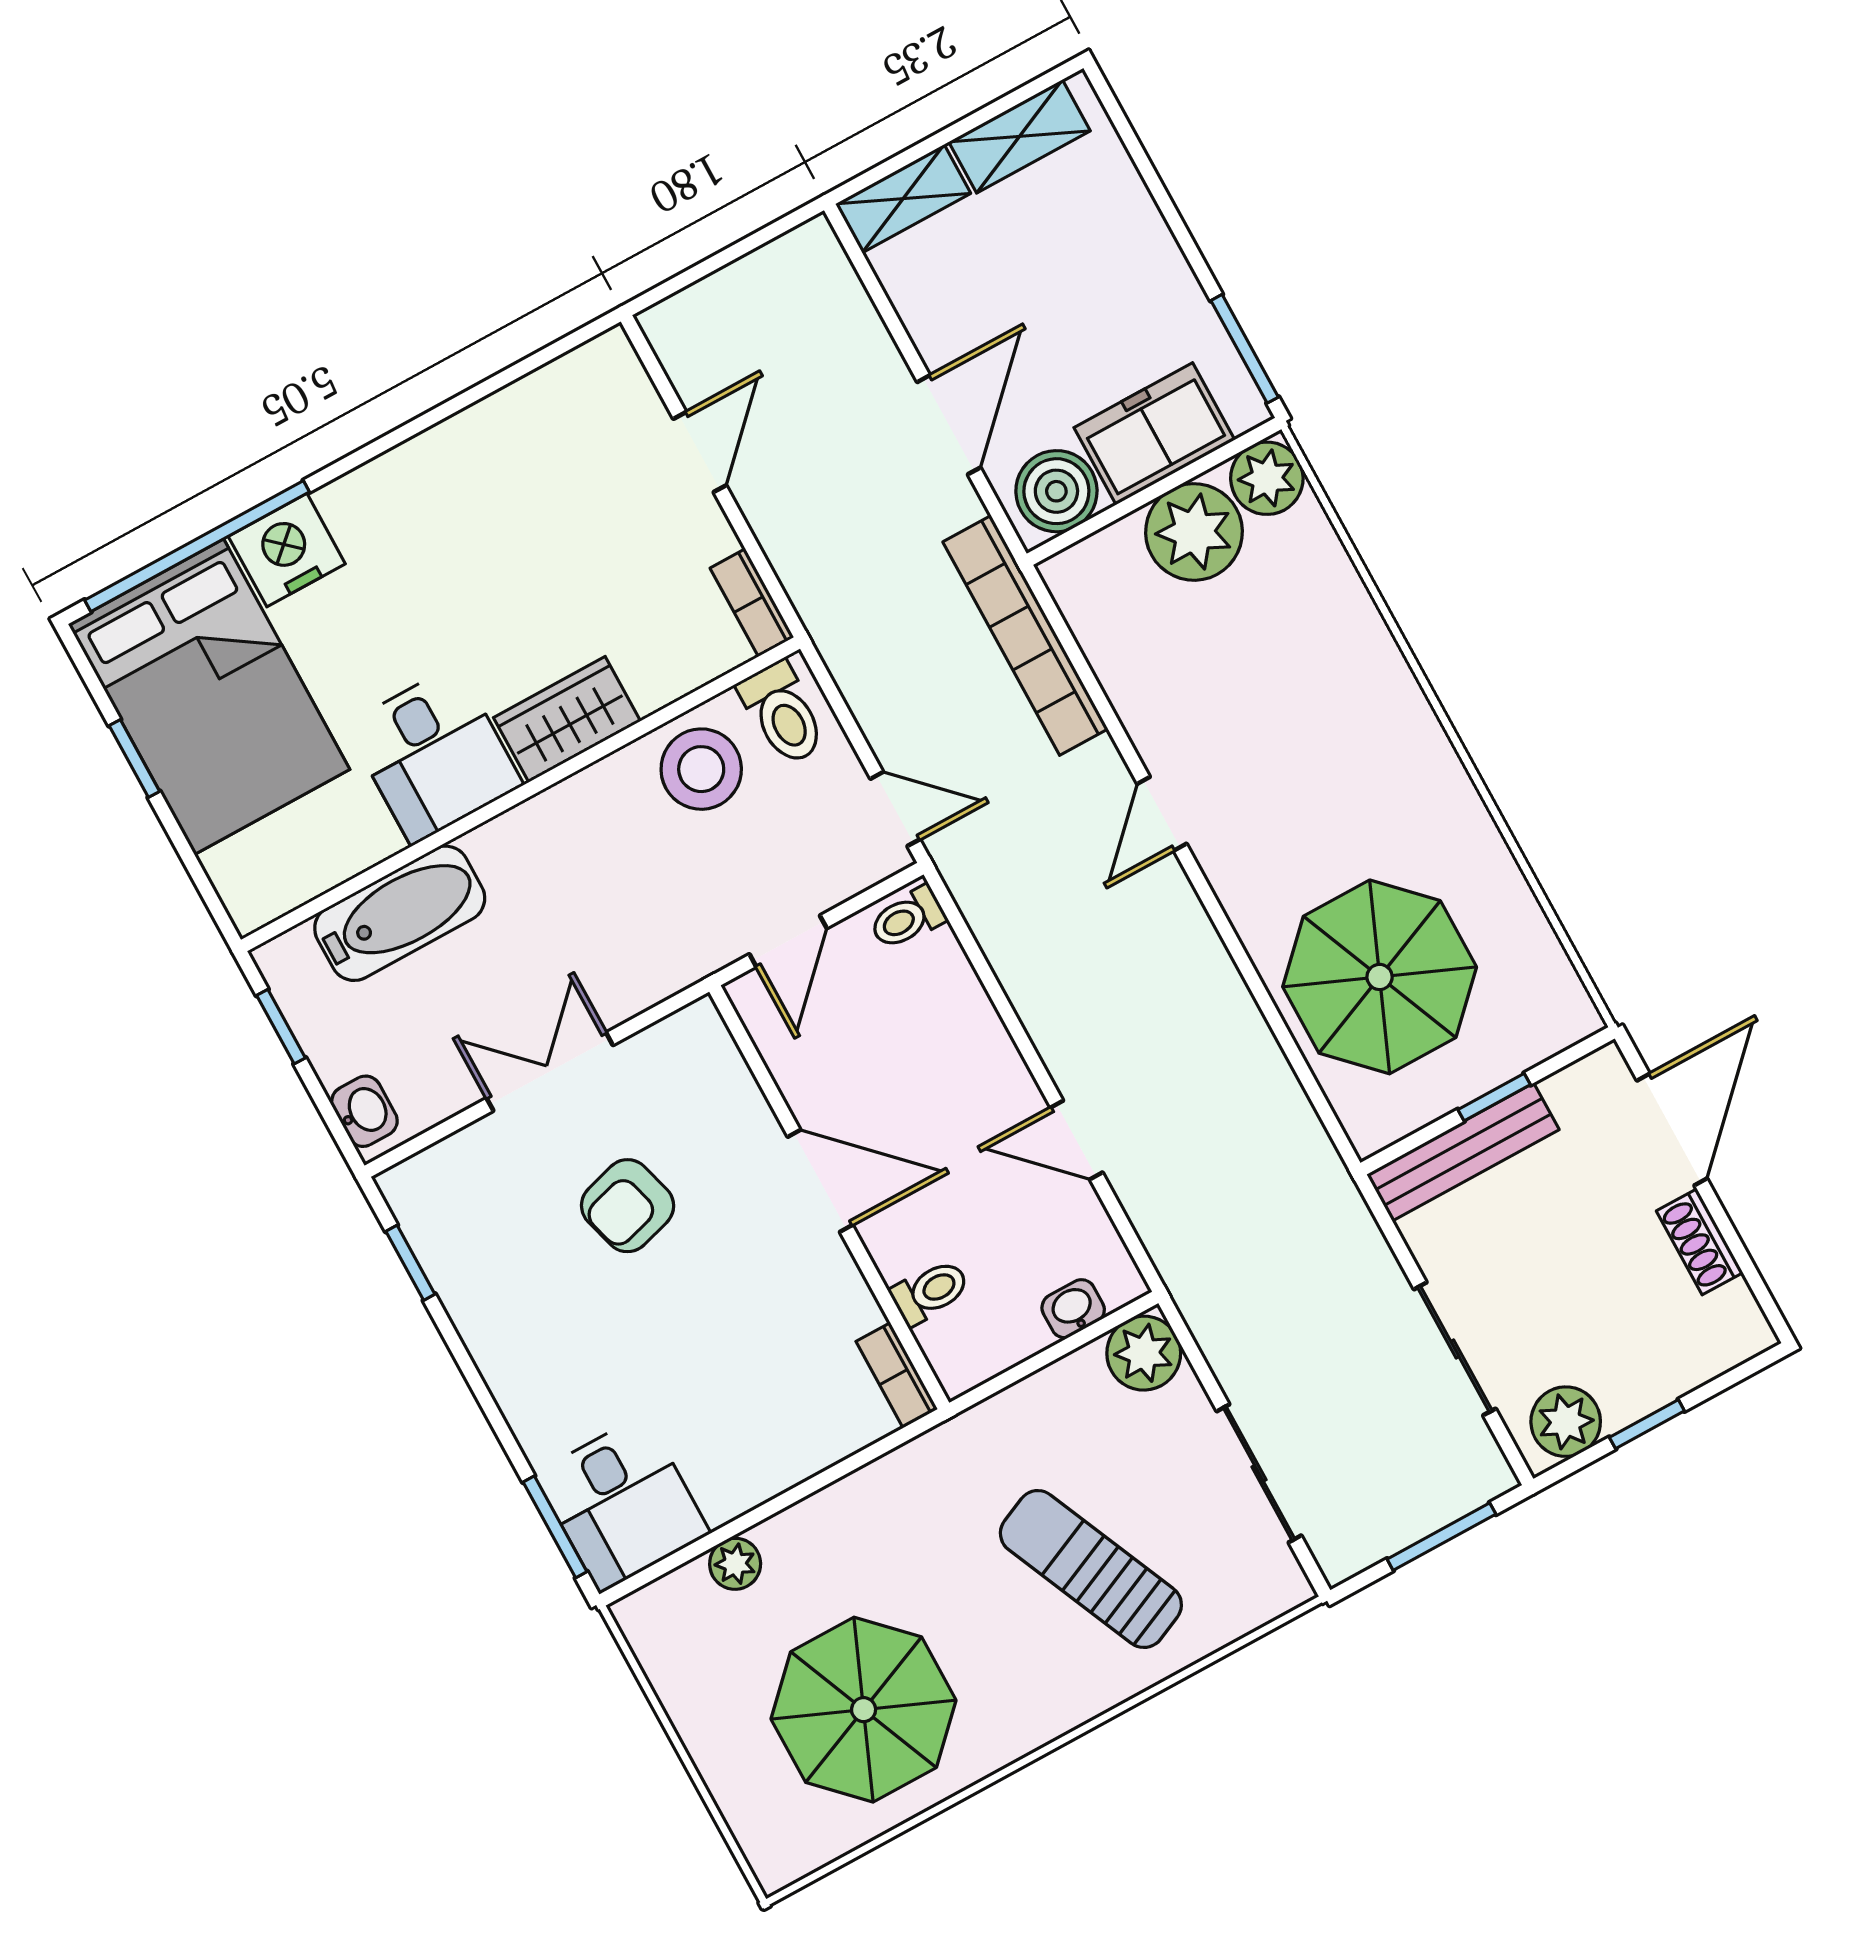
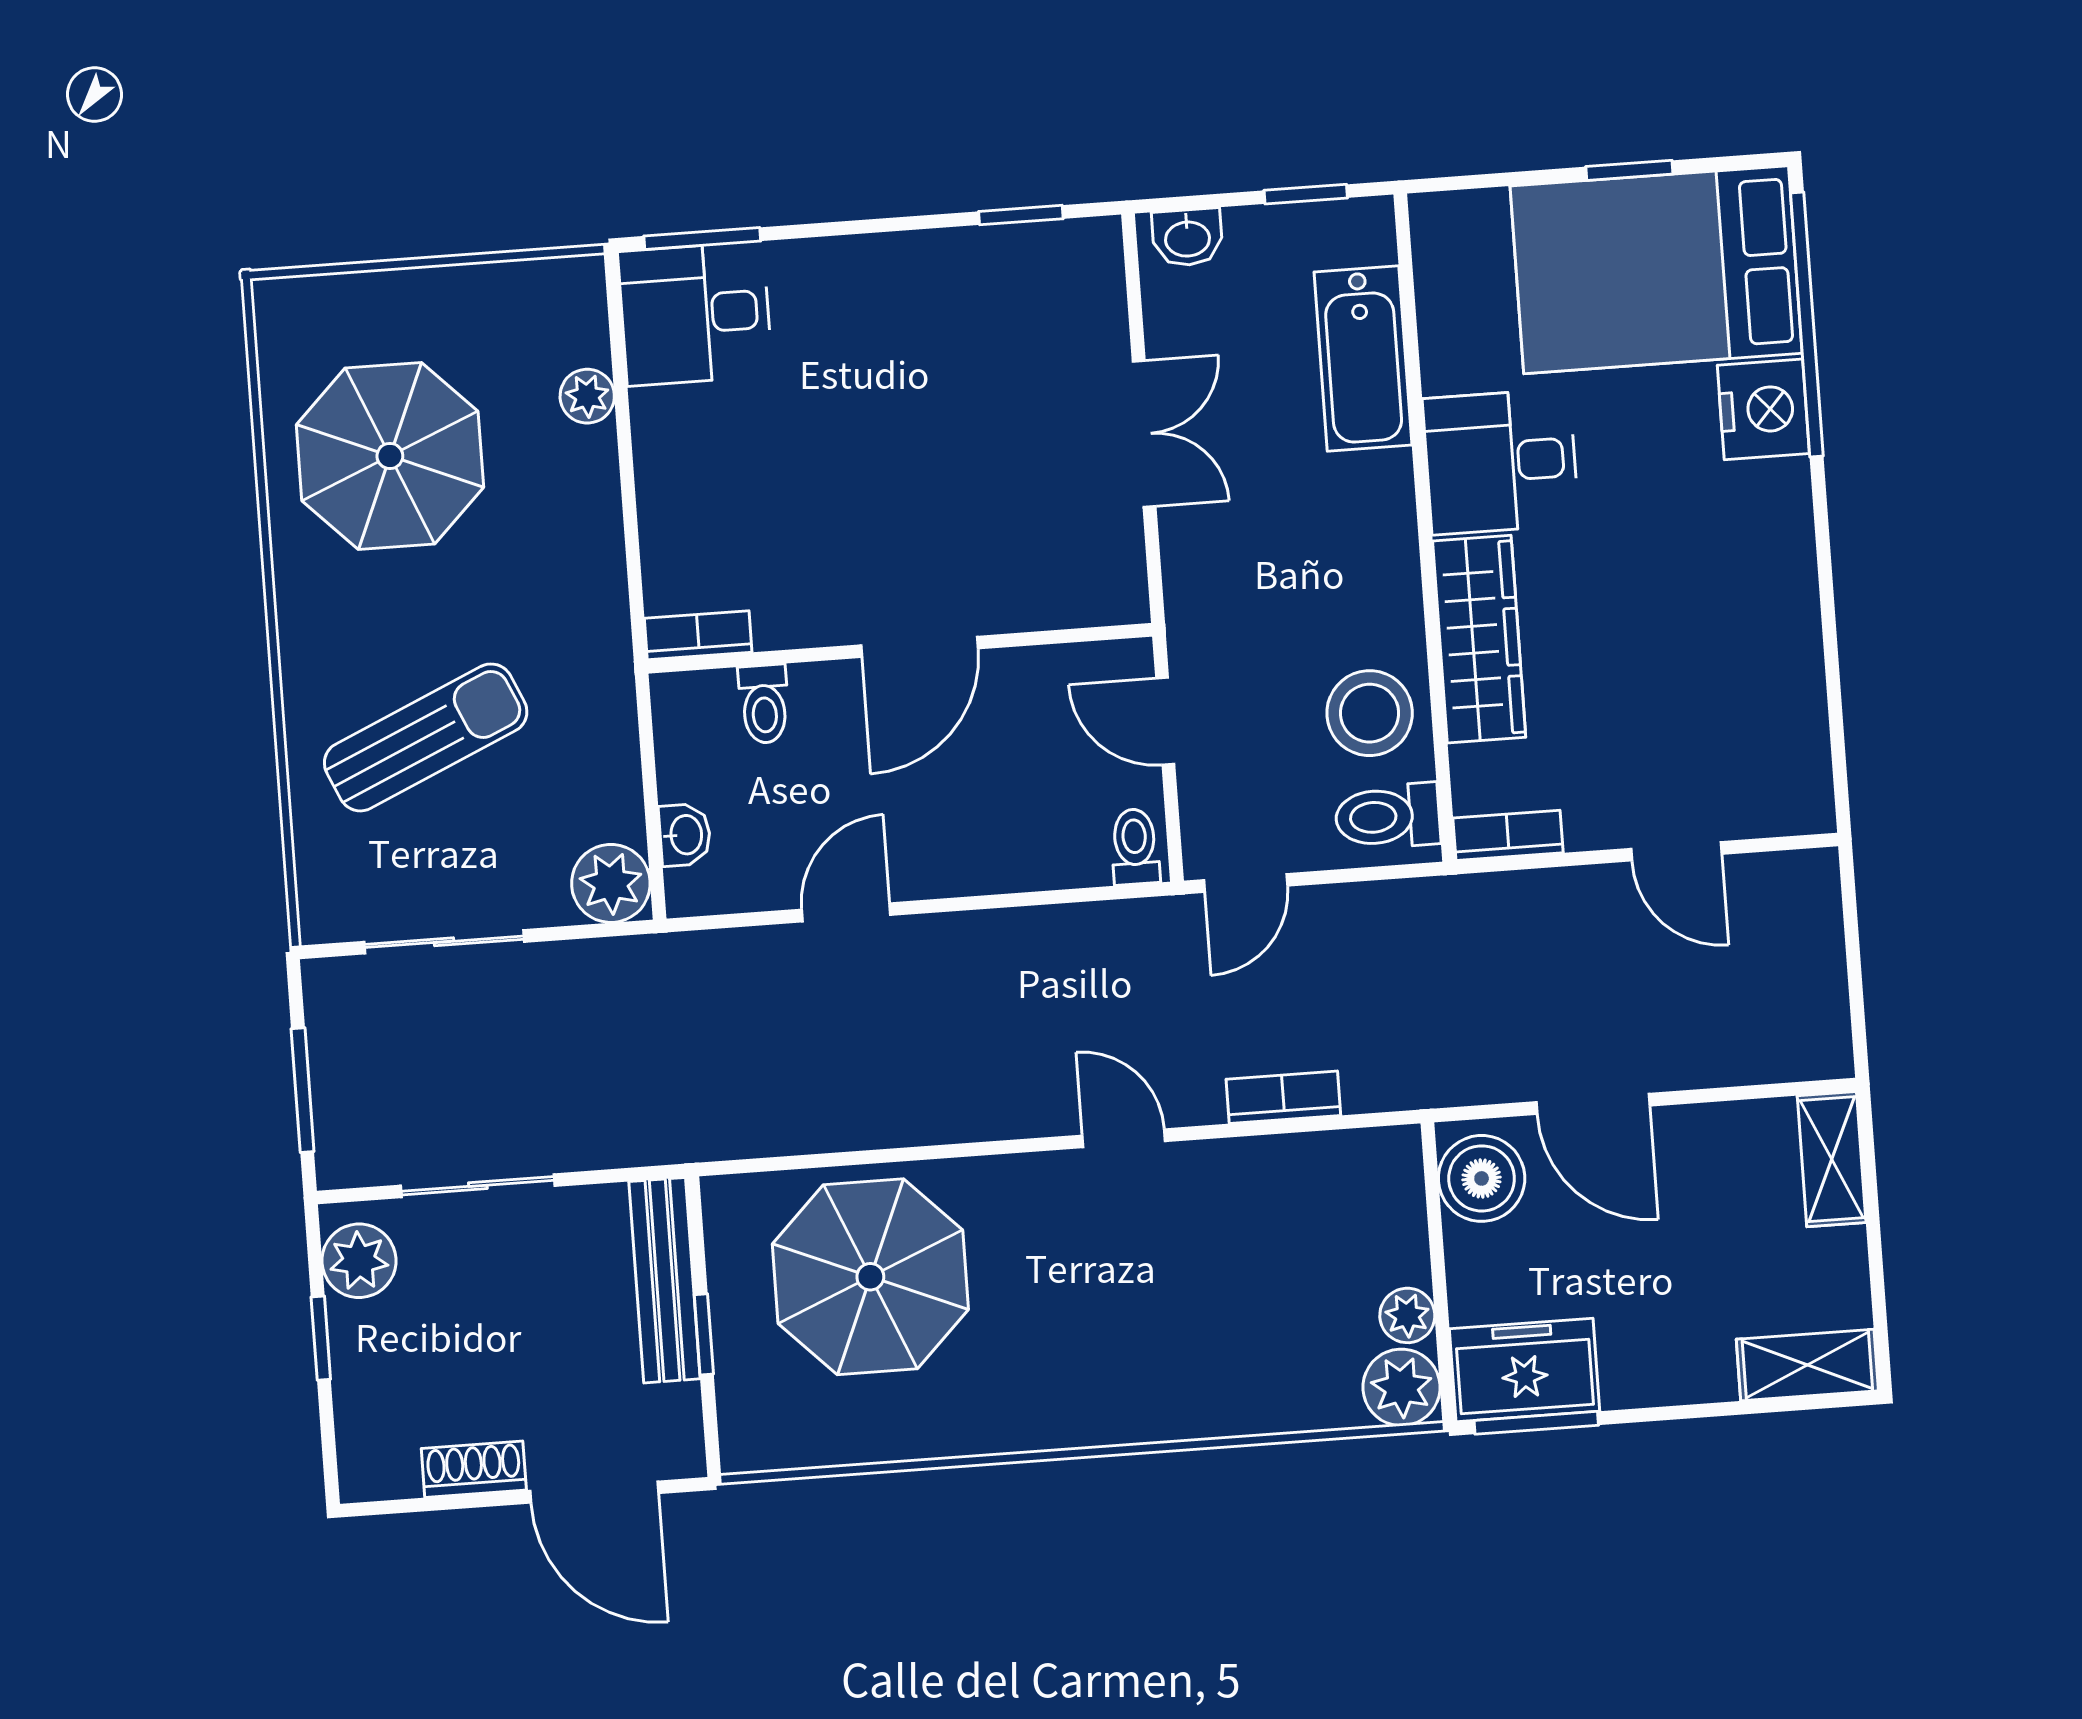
shelving: (1020, 136) -> (1807, 1365), moved, turned 90
freezer: (1154, 434) -> (1525, 1370), moved, turned -90
plant: (1194, 532) -> (1407, 1315), width x0.53, depth x0.53
bookcase: (1025, 635) -> (1283, 1097), width x0.43, depth x0.76
wardrobe: (567, 719) -> (1479, 639), width x1.50
armchair: (628, 1206) -> (980, 450), removed

